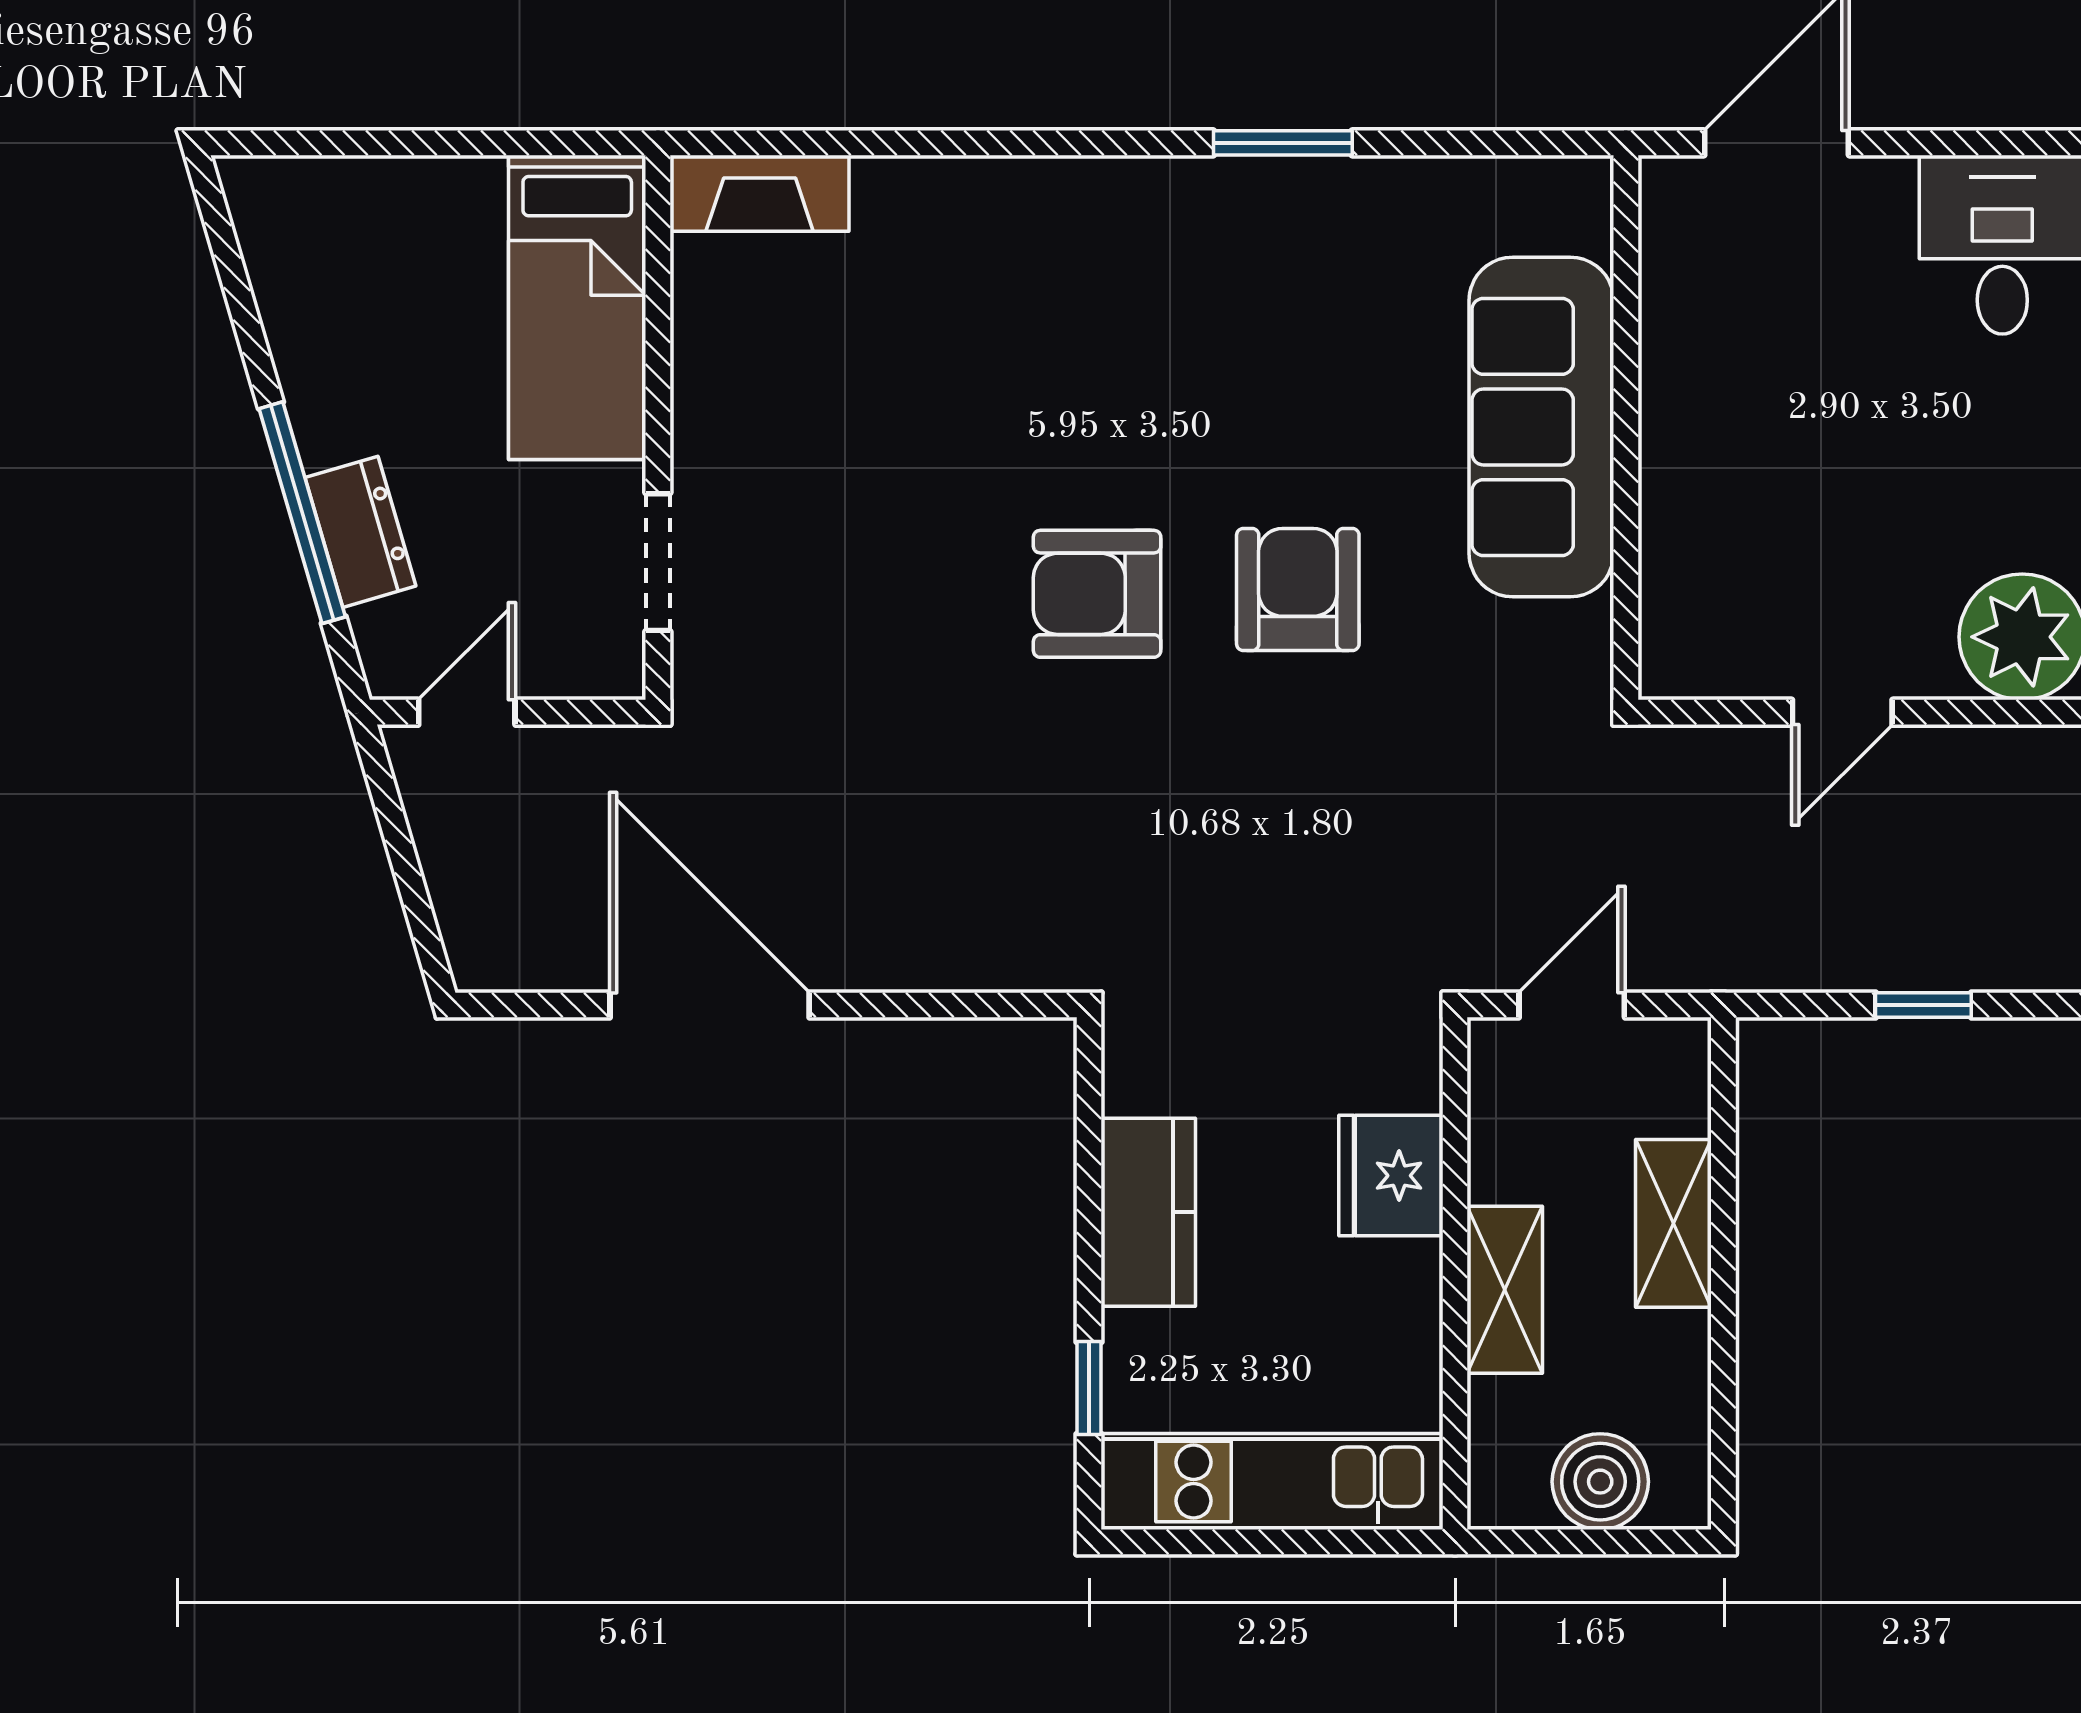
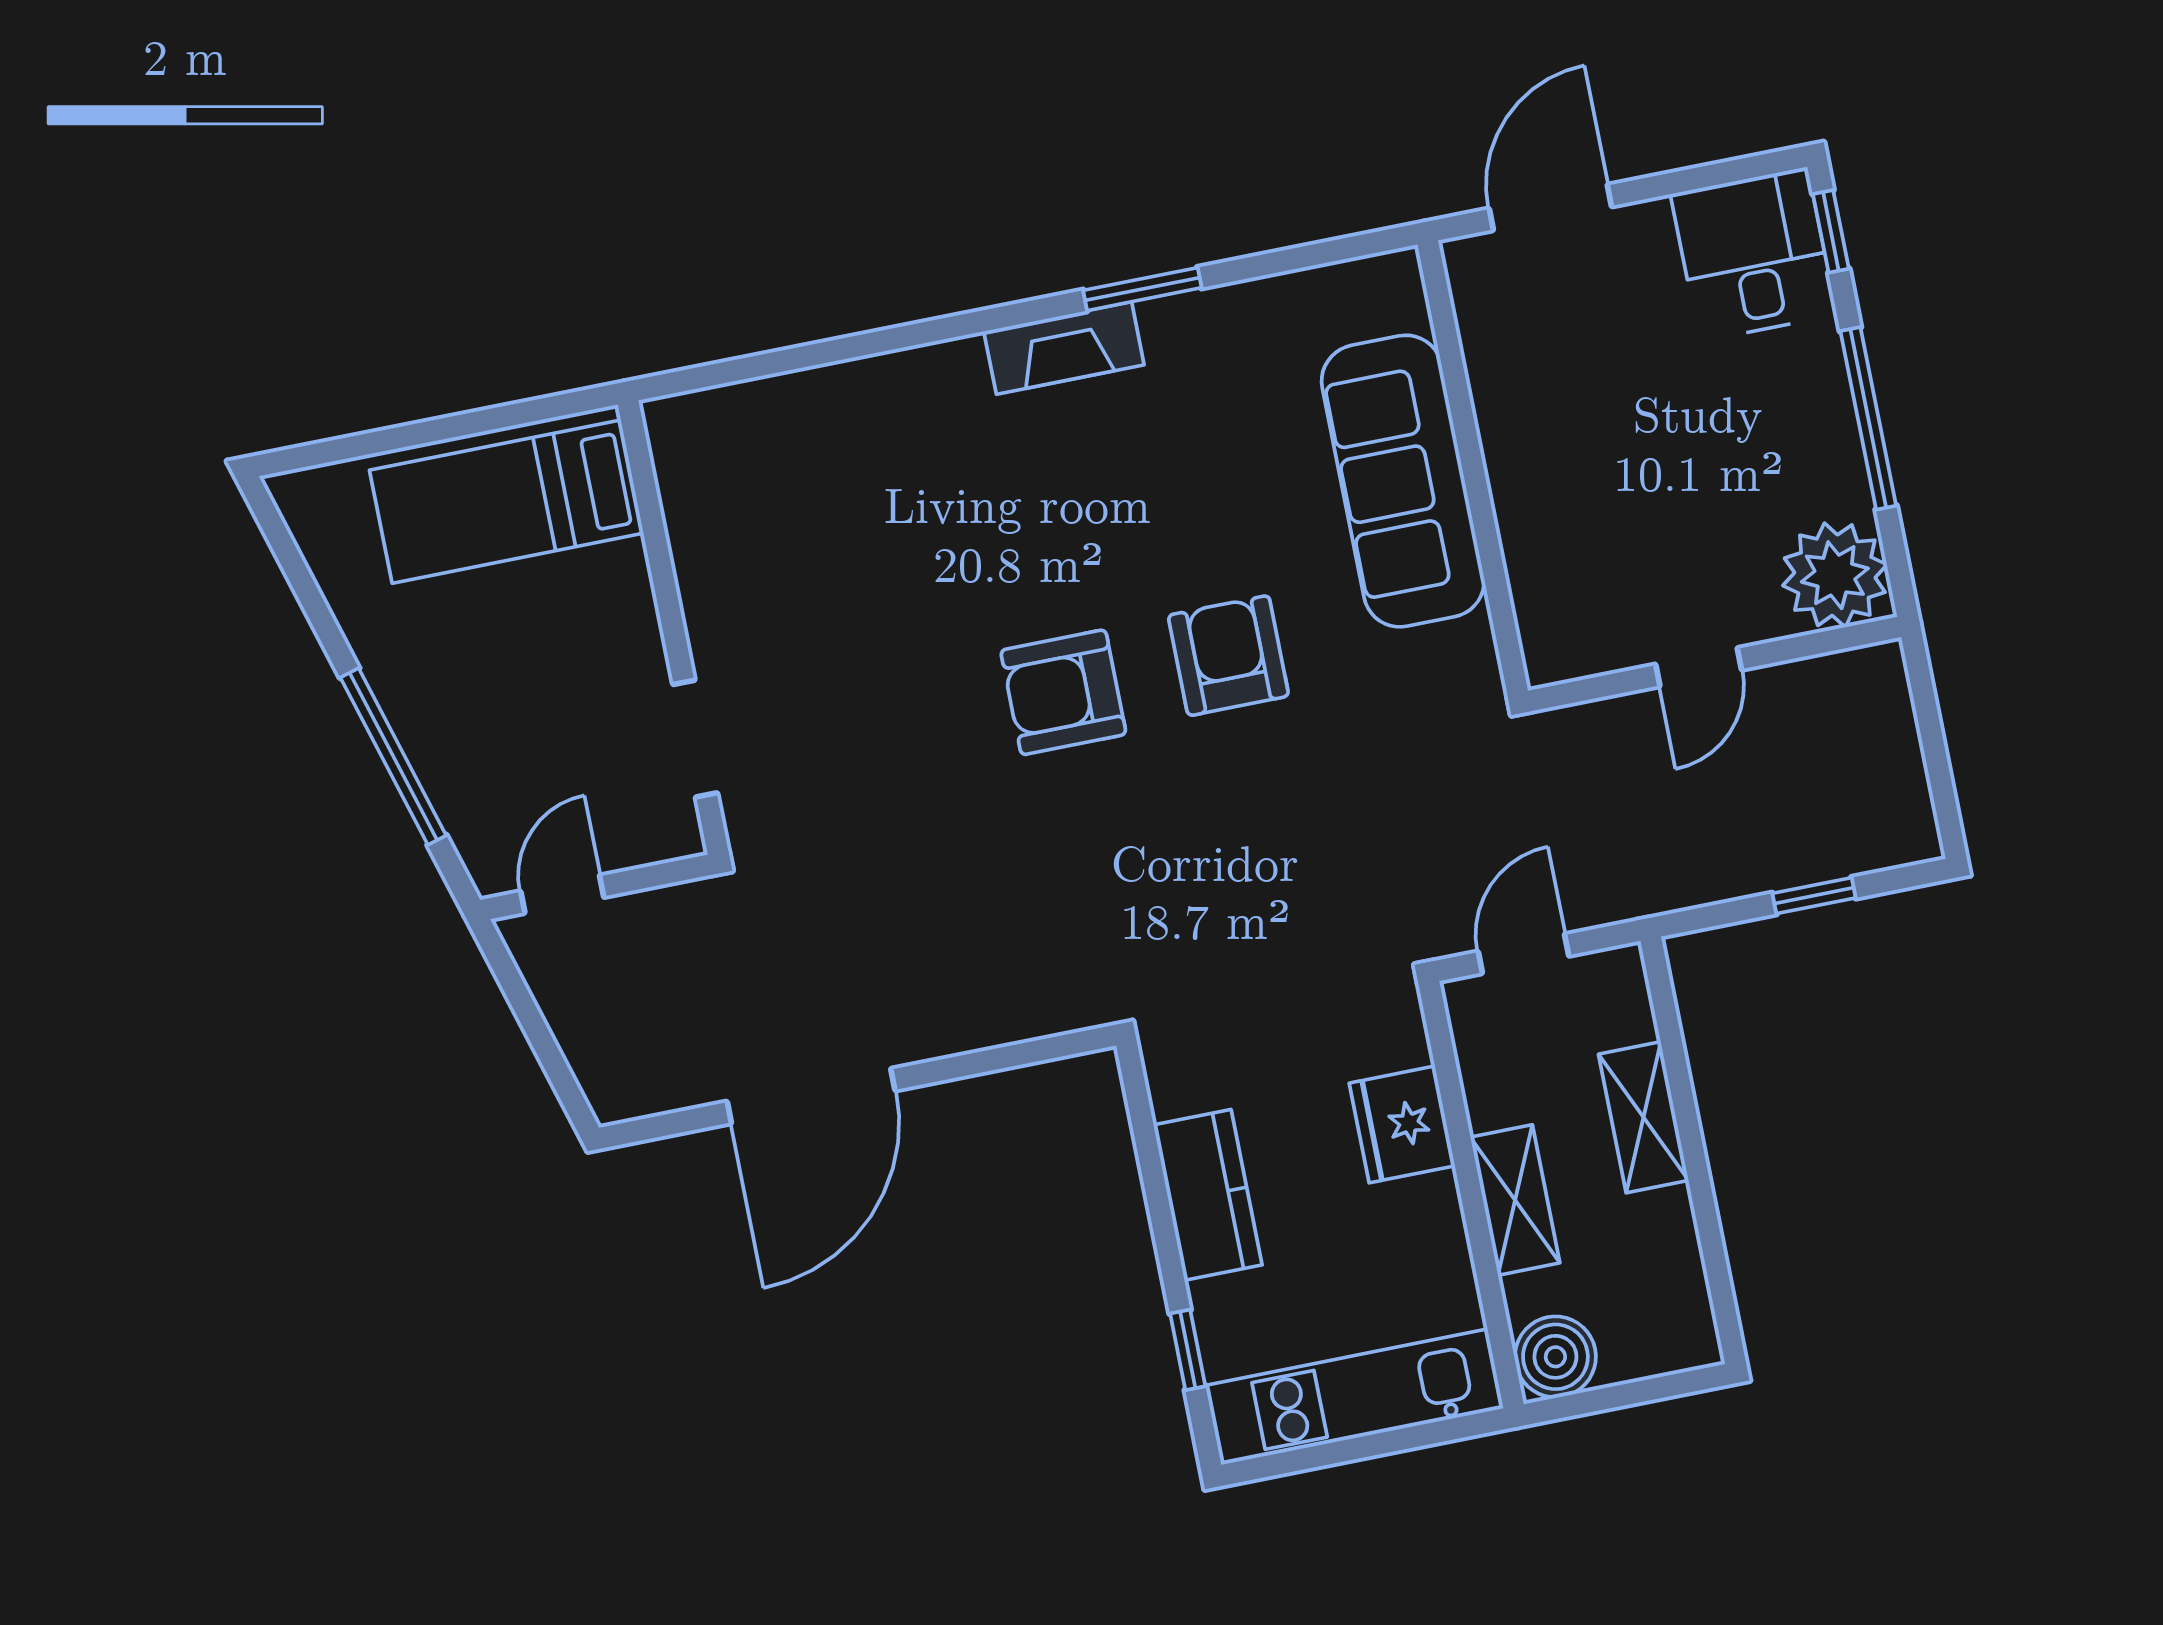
fireplace: (760, 193) -> (1064, 348), moved
bed: (577, 307) -> (507, 502), moved, turned 90
dresser: (360, 532) -> (444, 763), removed
door: (710, 1005) -> (811, 1096), swing flipped
boiler: (1600, 1482) -> (1555, 1357), moved

